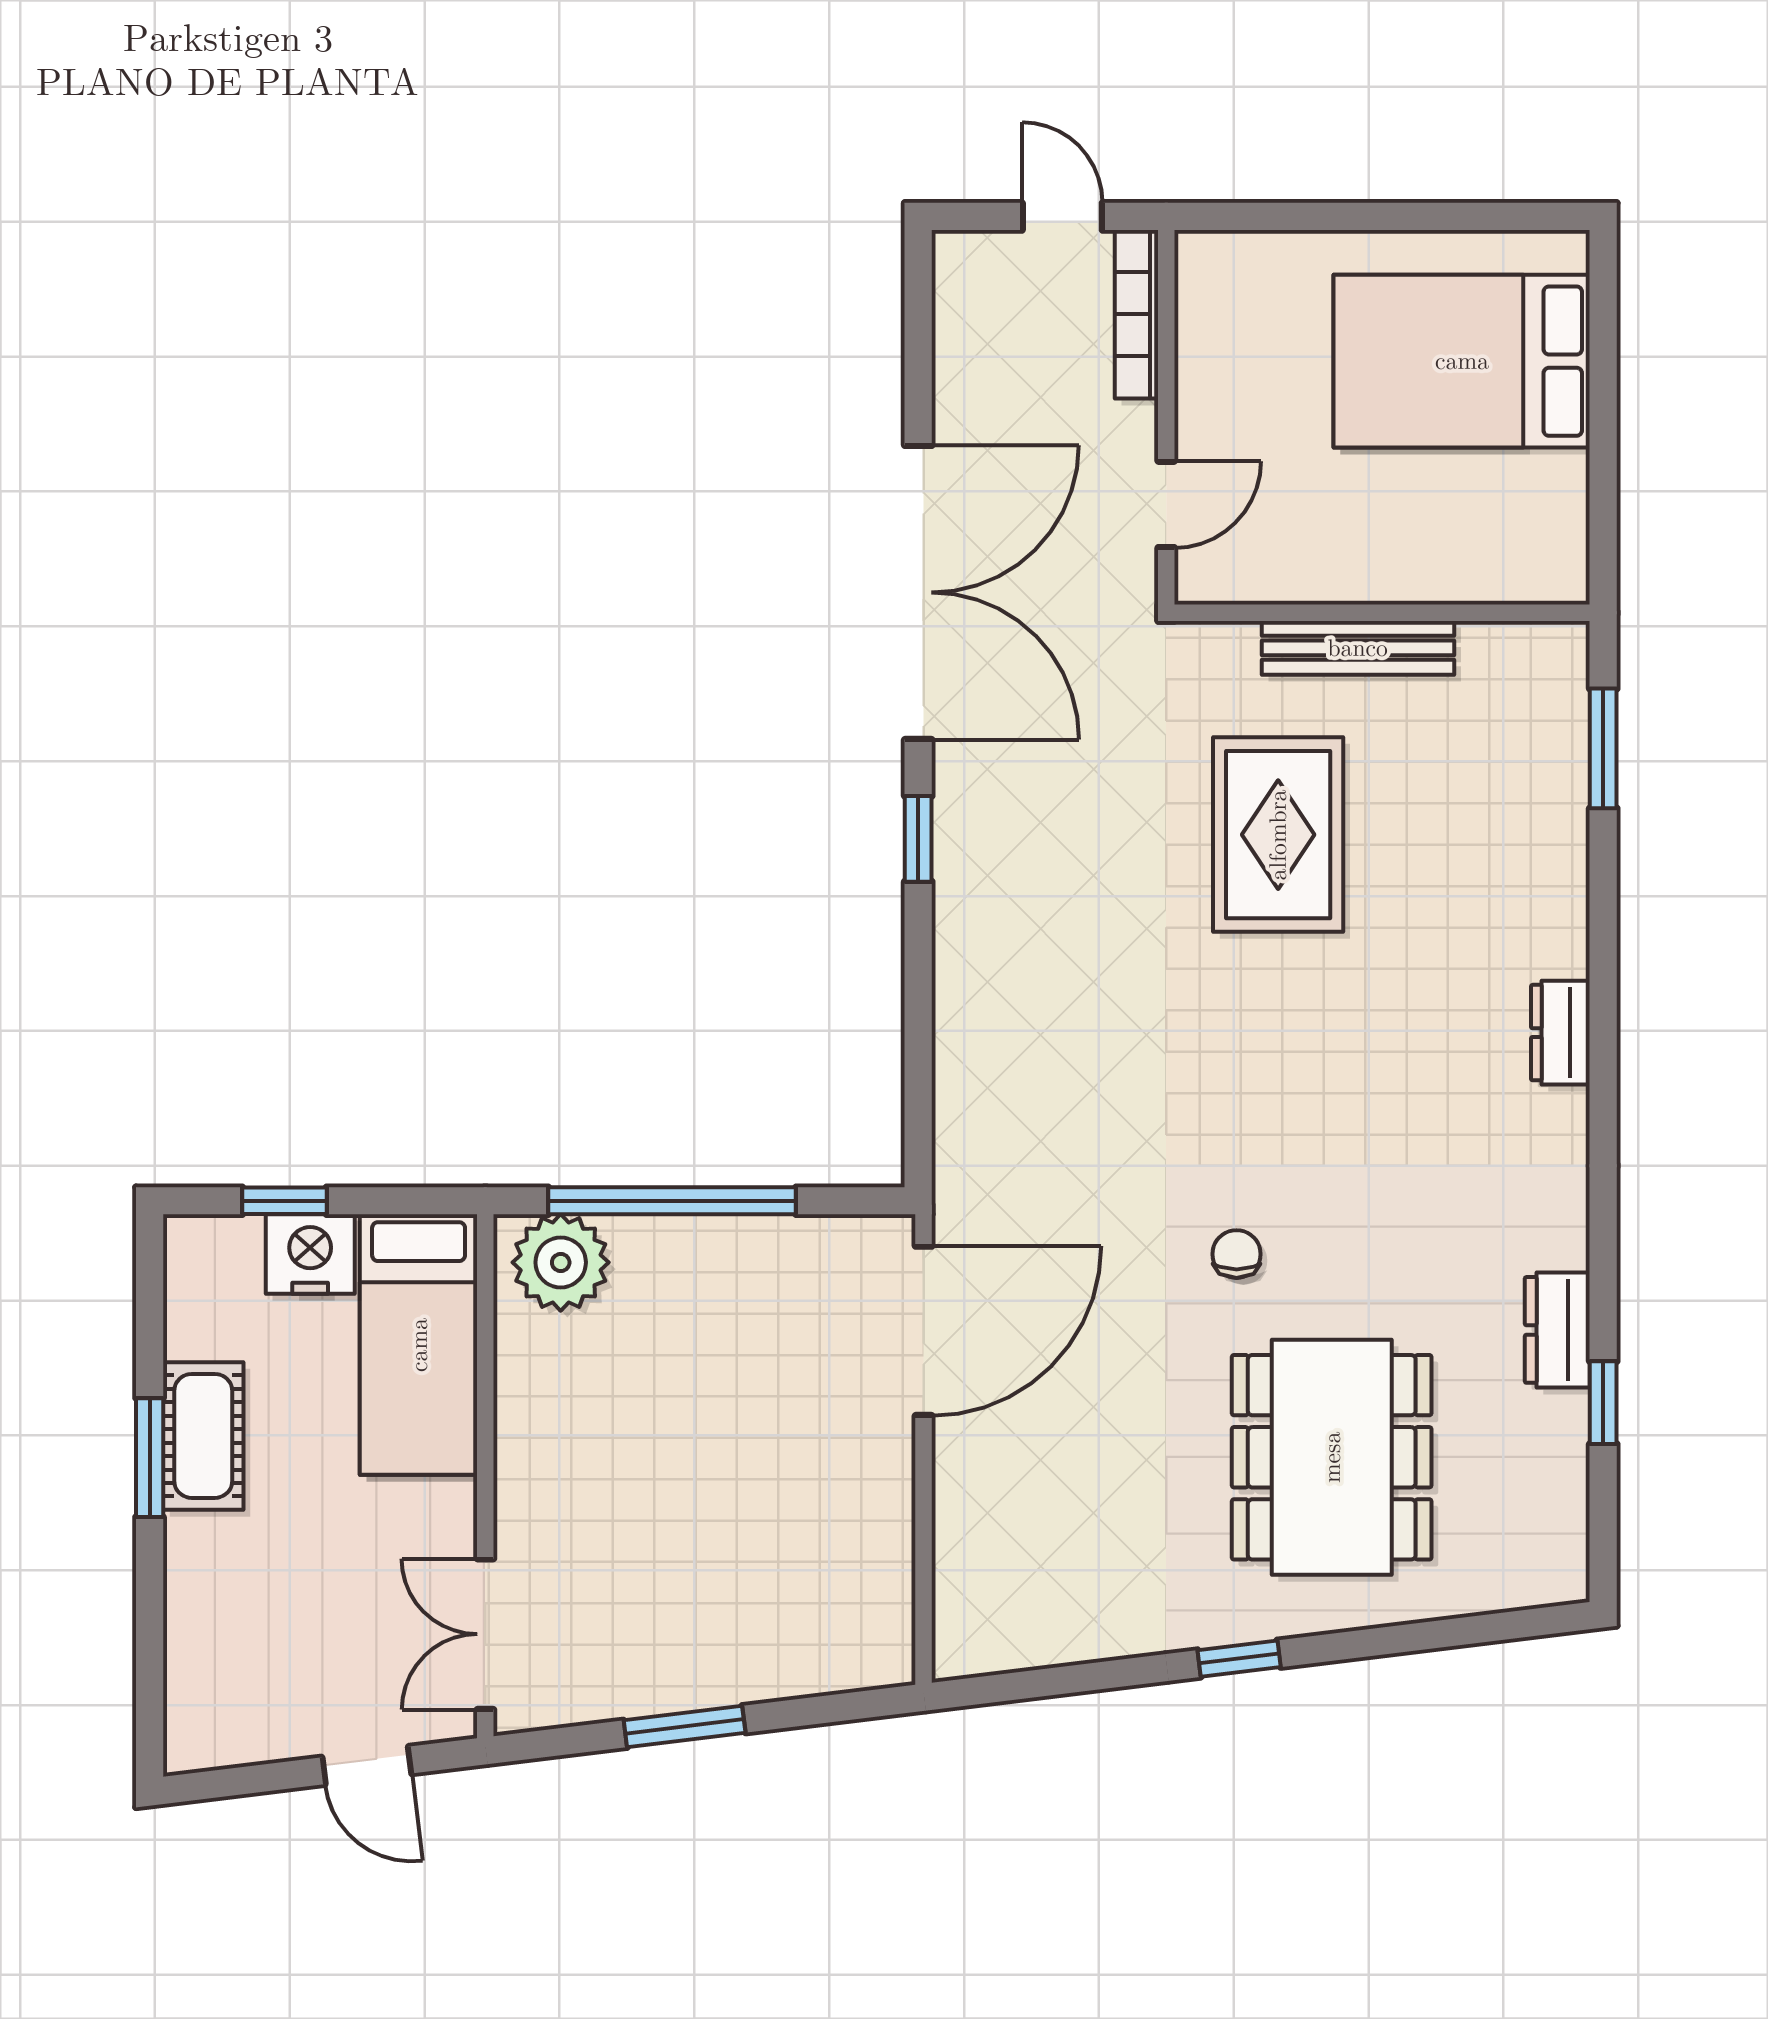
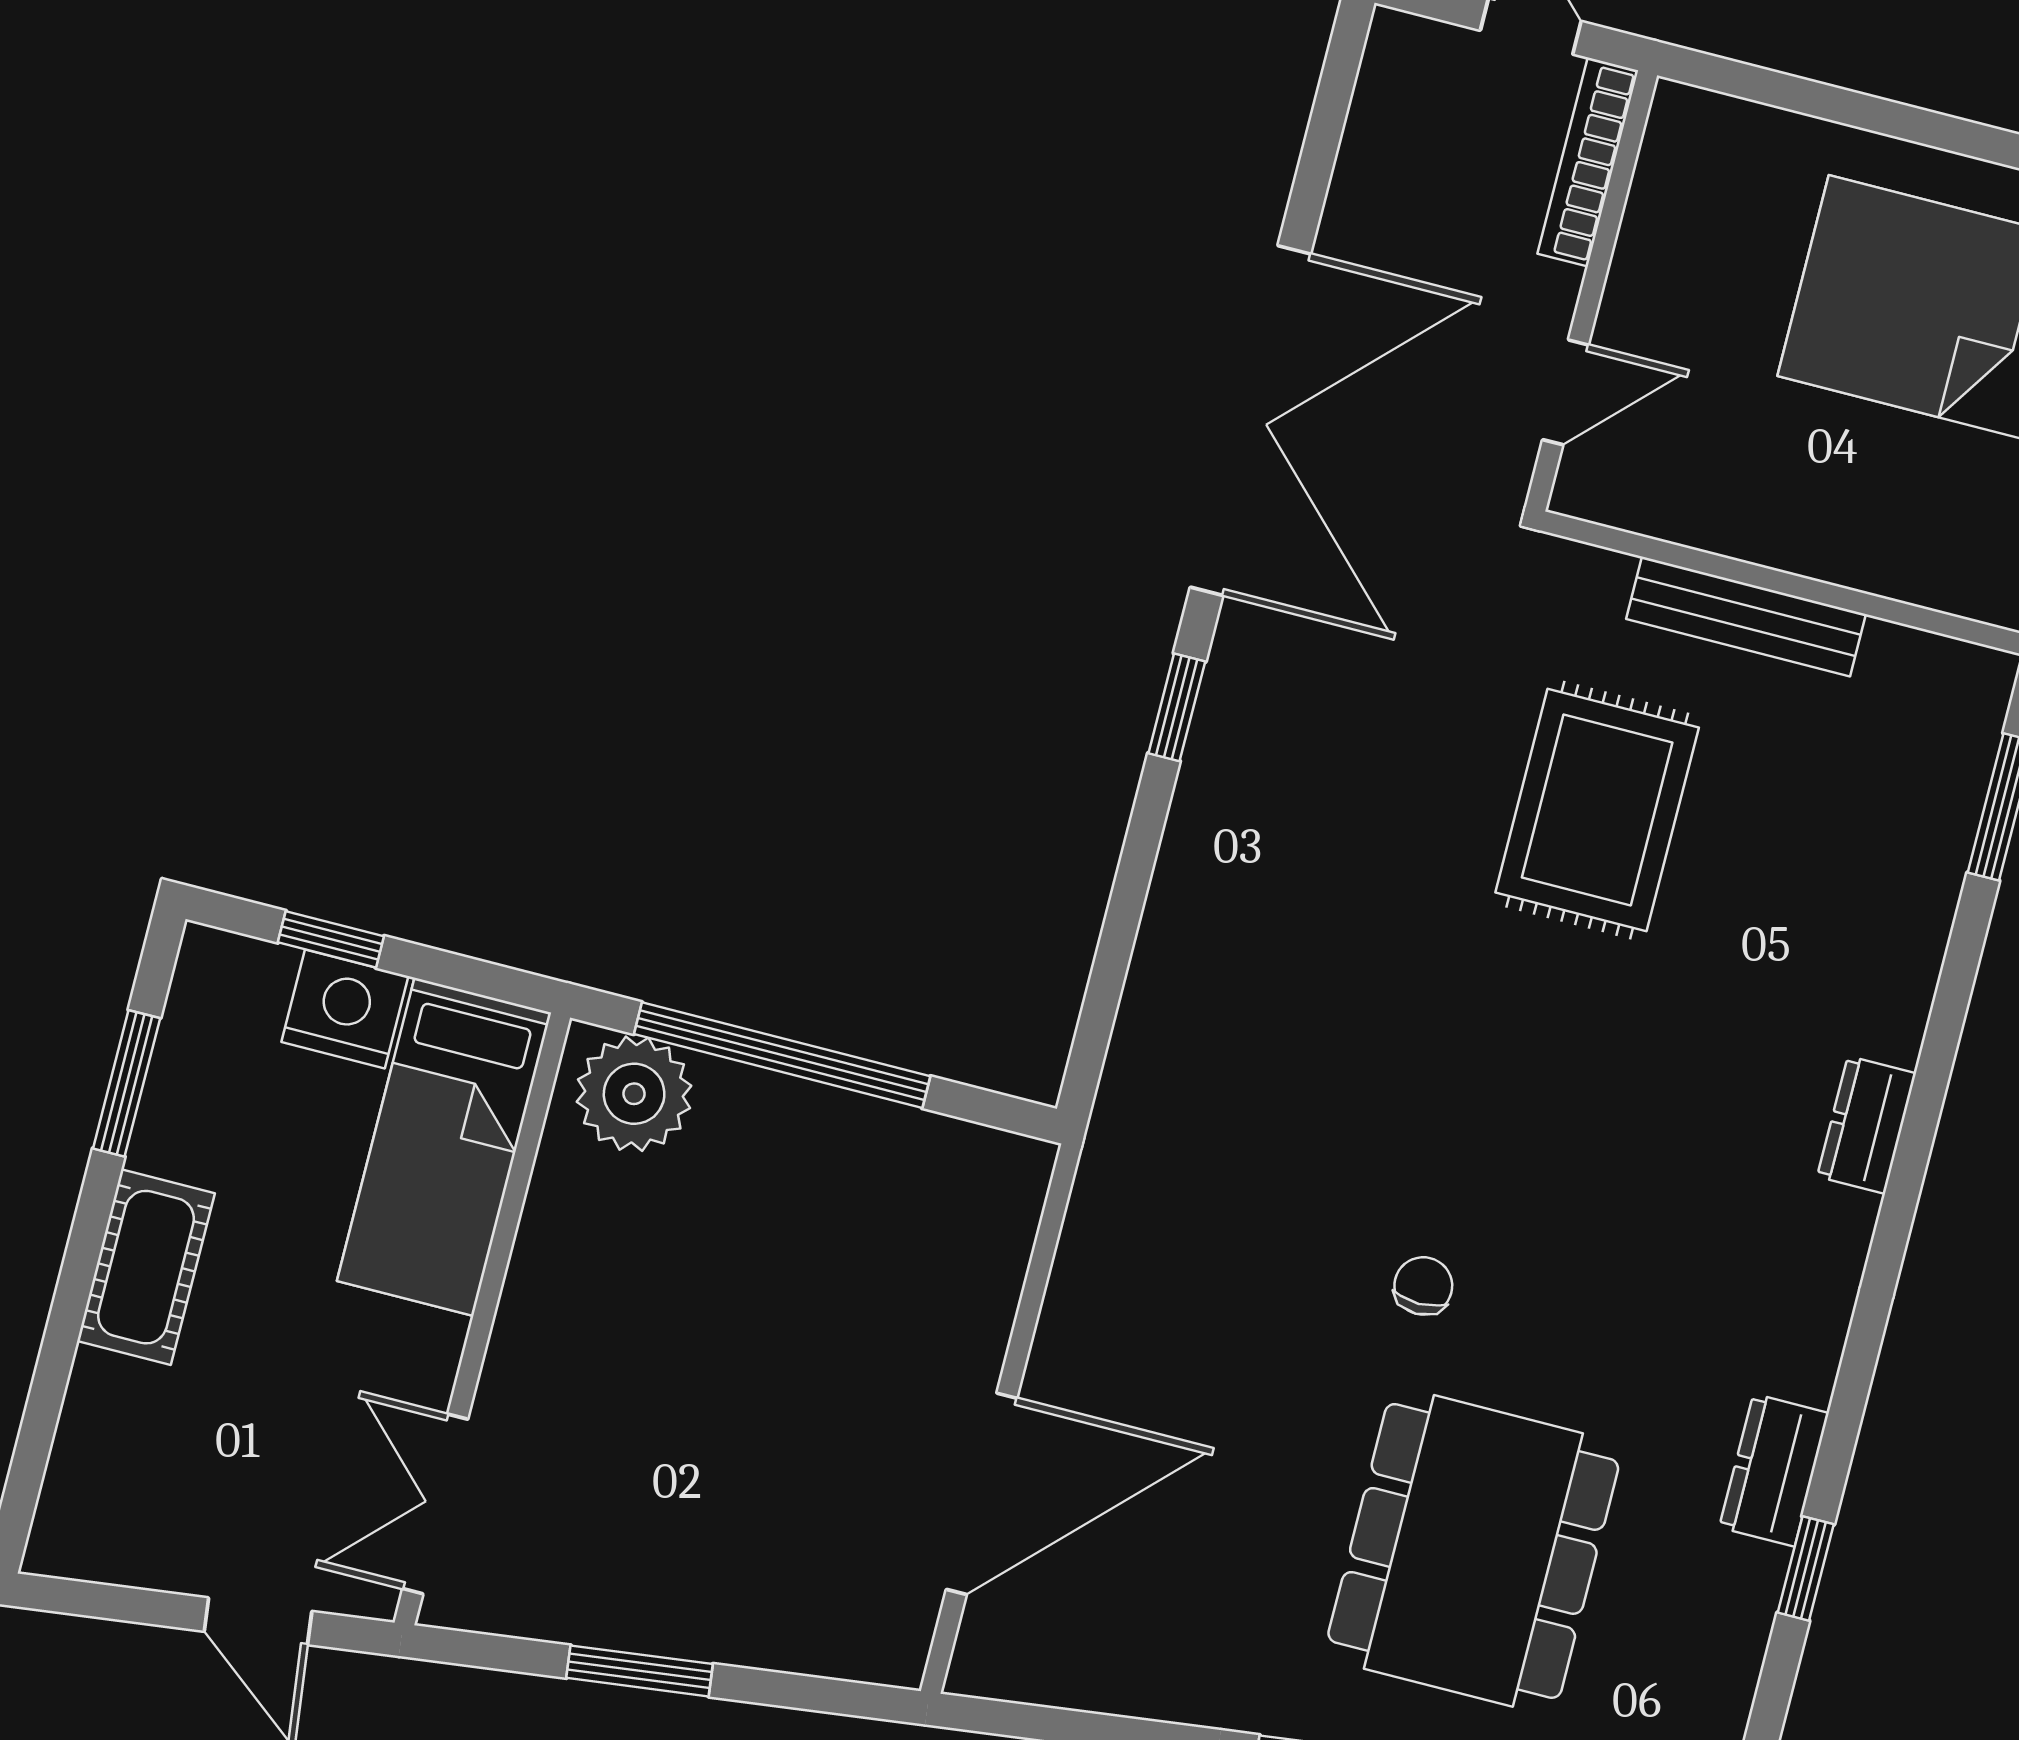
door: (924, 1331) -> (982, 1494), moved
cot: (203, 1436) -> (146, 1267), moved
window: (150, 1458) -> (127, 1083), moved

